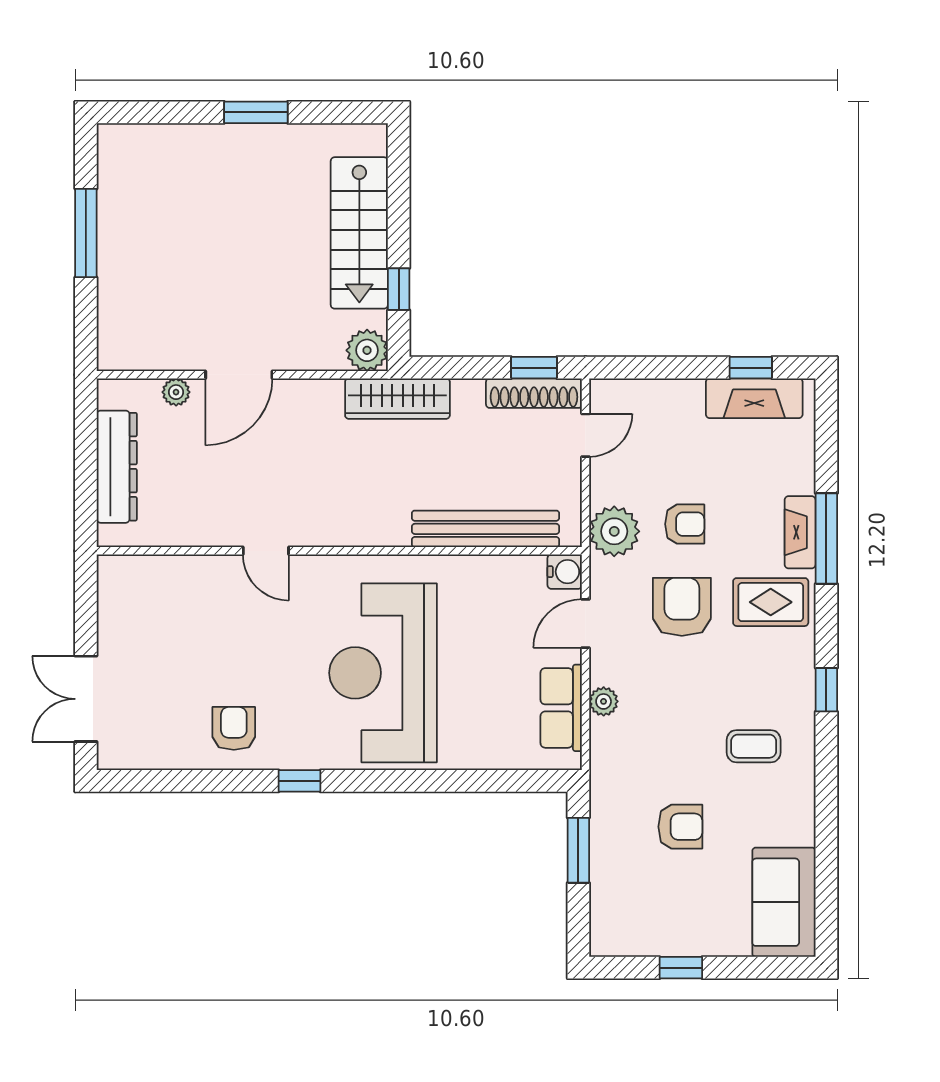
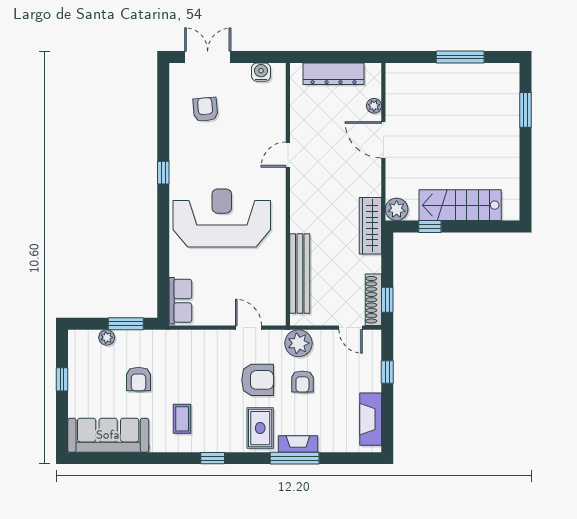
window: (256, 112) -> (525, 110), moved
window: (751, 368) -> (387, 372), moved
water cooler: (565, 572) -> (261, 72), moved, turned 180
plant: (604, 701) -> (107, 337), moved
row of seats: (561, 708) -> (180, 301), moved, turned 90
armchair: (234, 728) -> (205, 109), moved, turned -95
sofa: (784, 902) -> (108, 435), width x1.36

